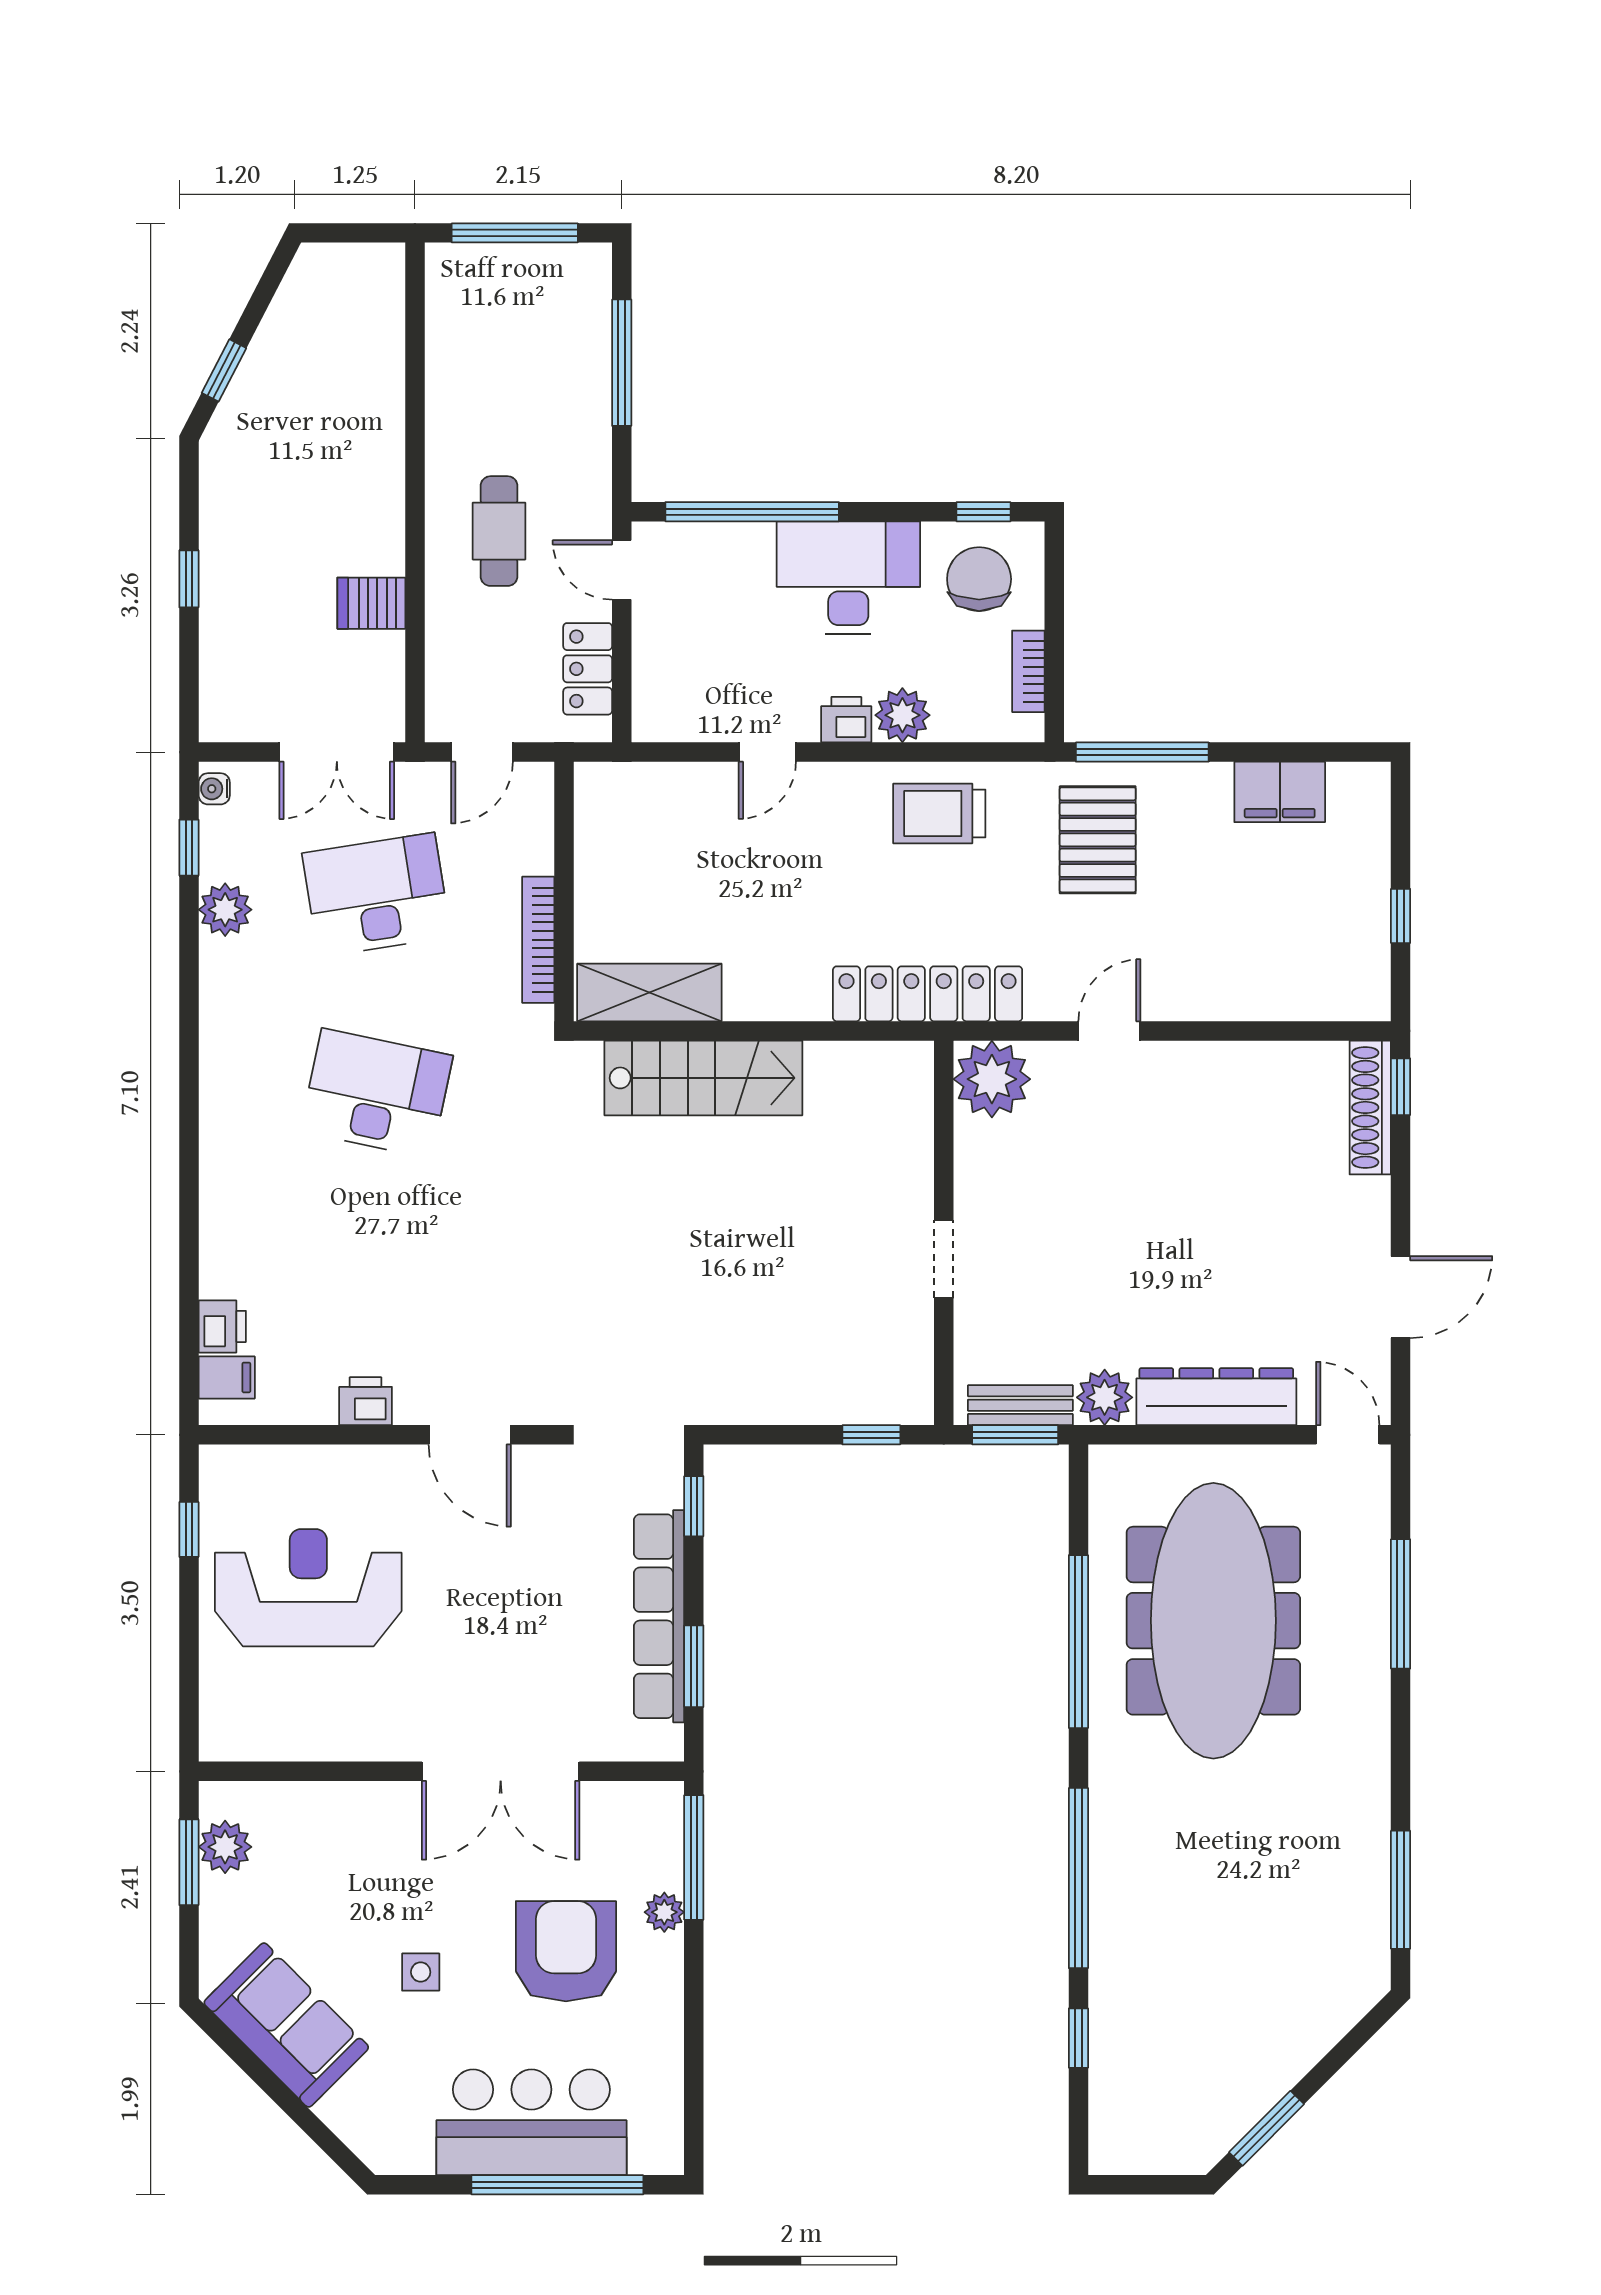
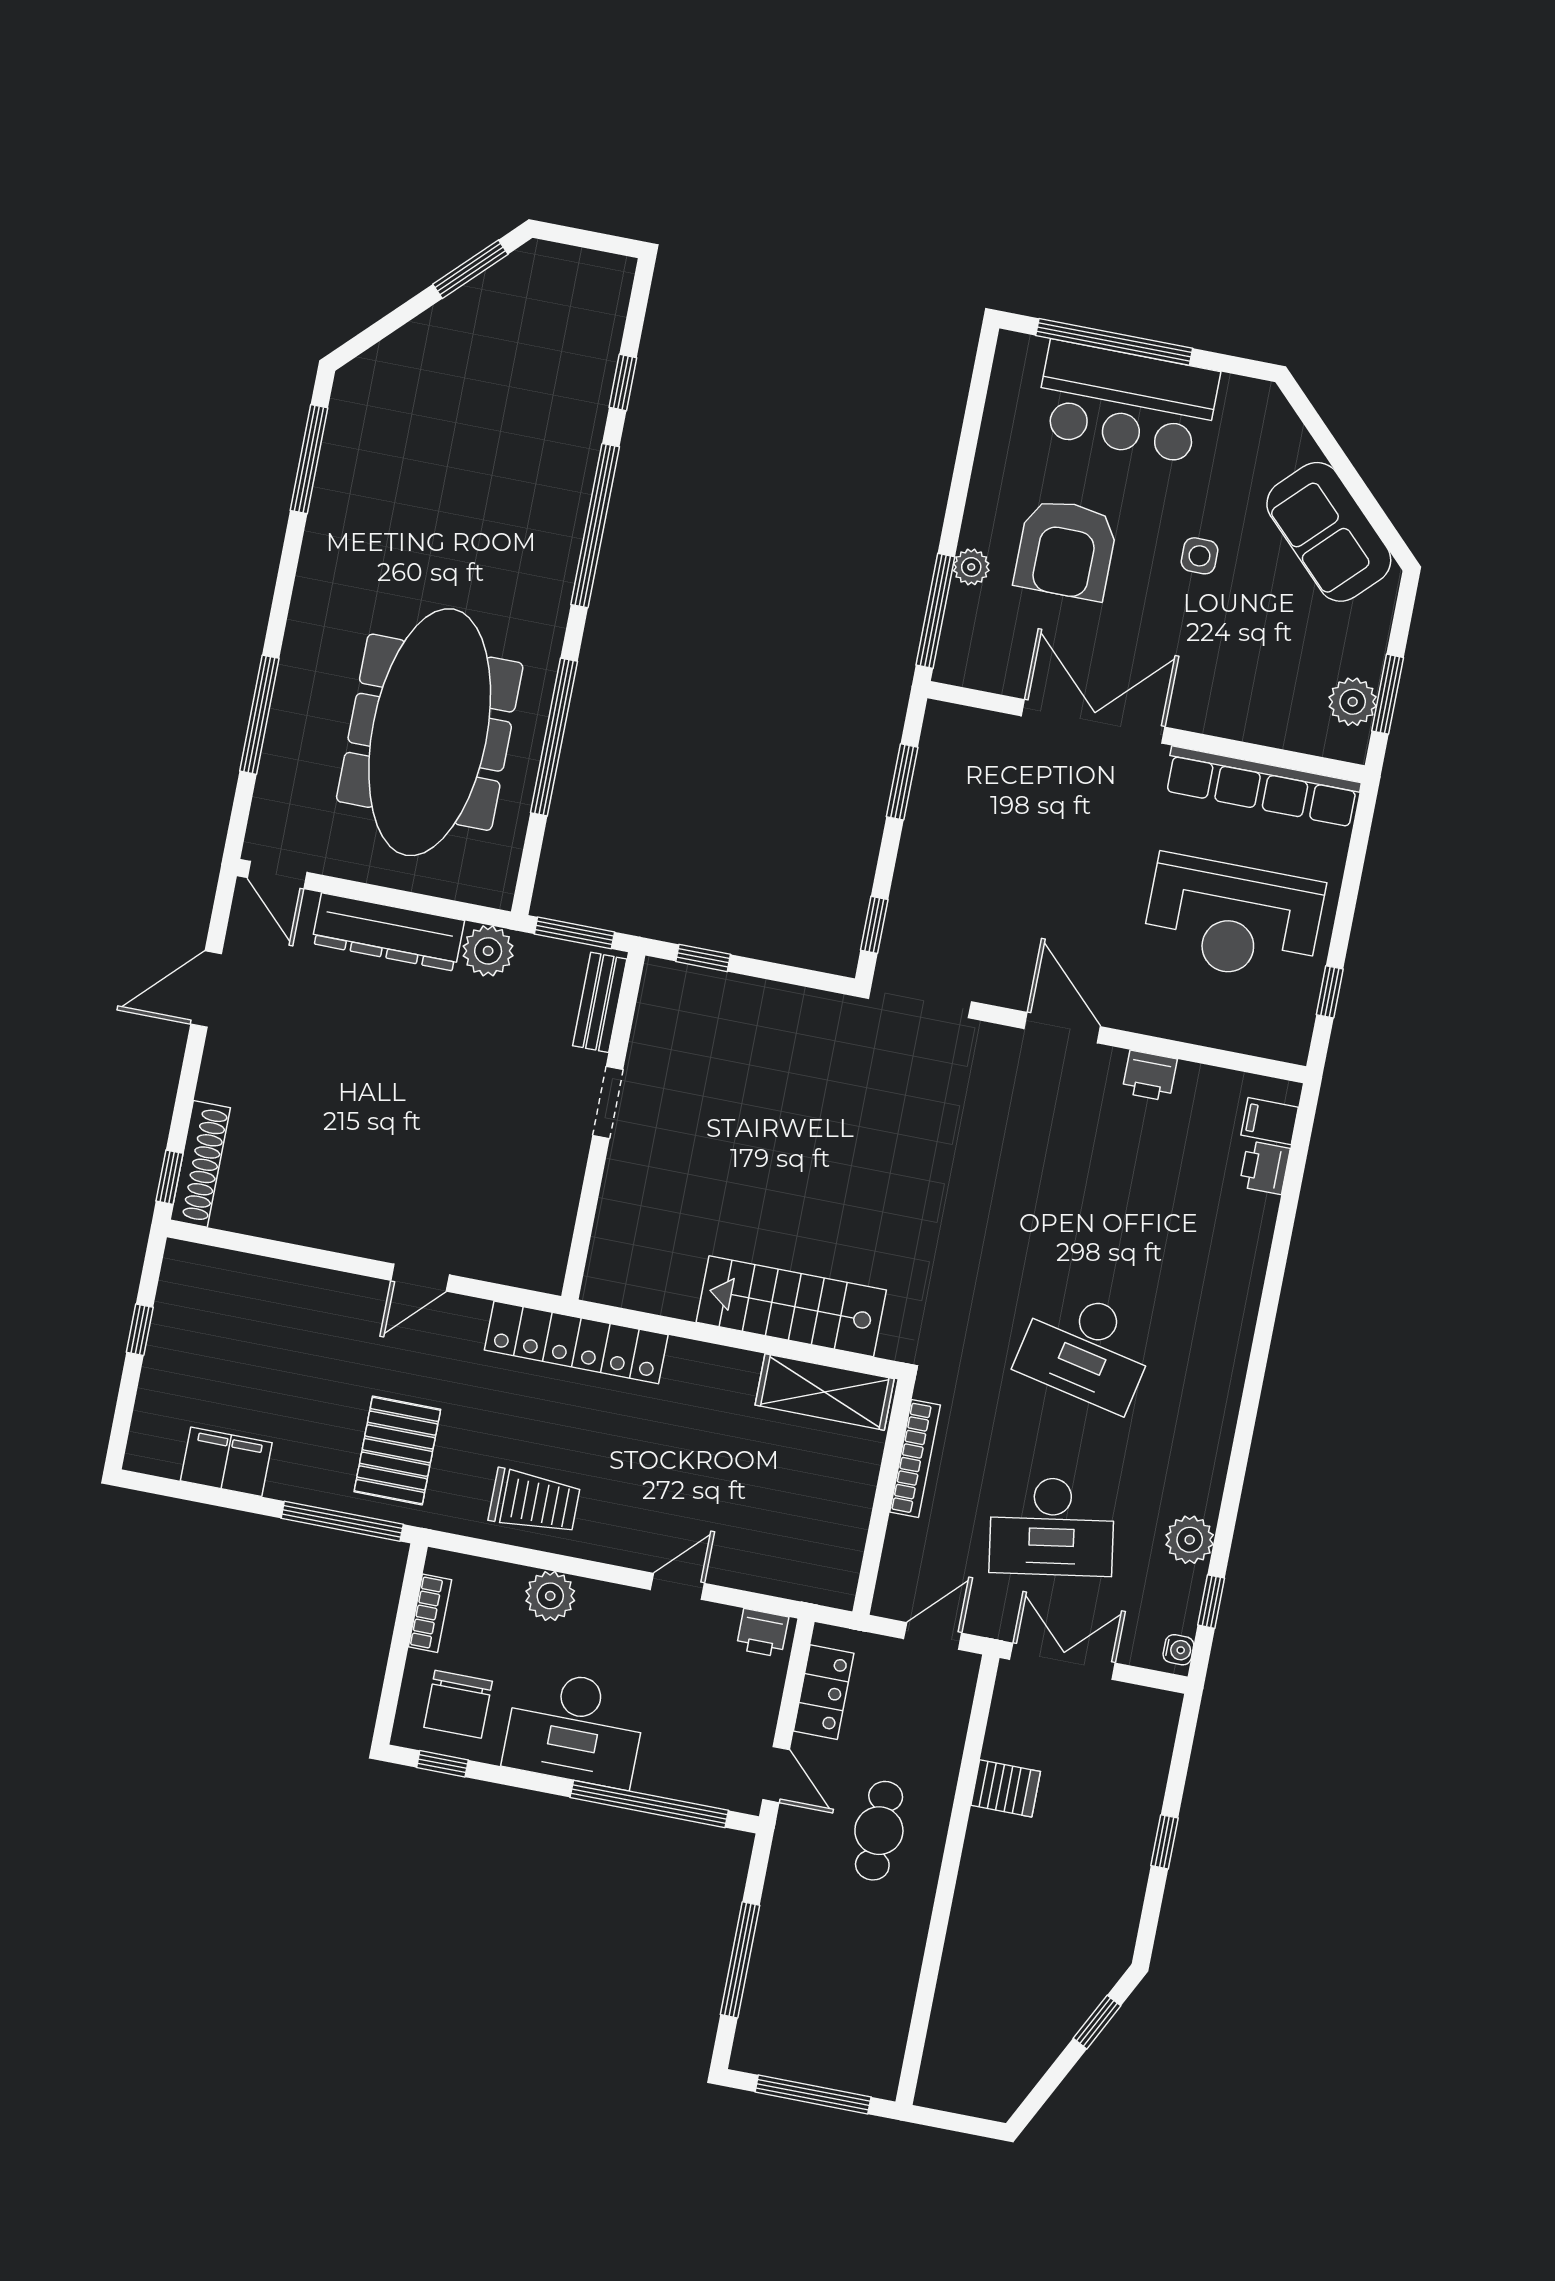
printer: (846, 720) -> (762, 1633), moved
plant: (992, 1079) -> (534, 1255), removed
bench: (1020, 1405) -> (600, 1002), moved, turned 90
row of seats: (659, 1616) -> (1262, 787), moved, turned 90

